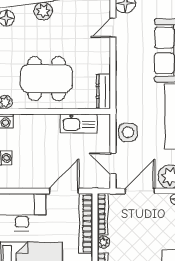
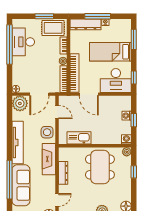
dining table: (47, 79) -> (100, 167), turned 90
dresser: (103, 91) -> (63, 173), moved
fireplace: (125, 91) -> (49, 159), added
door: (64, 191) -> (89, 94), hinge flipped

